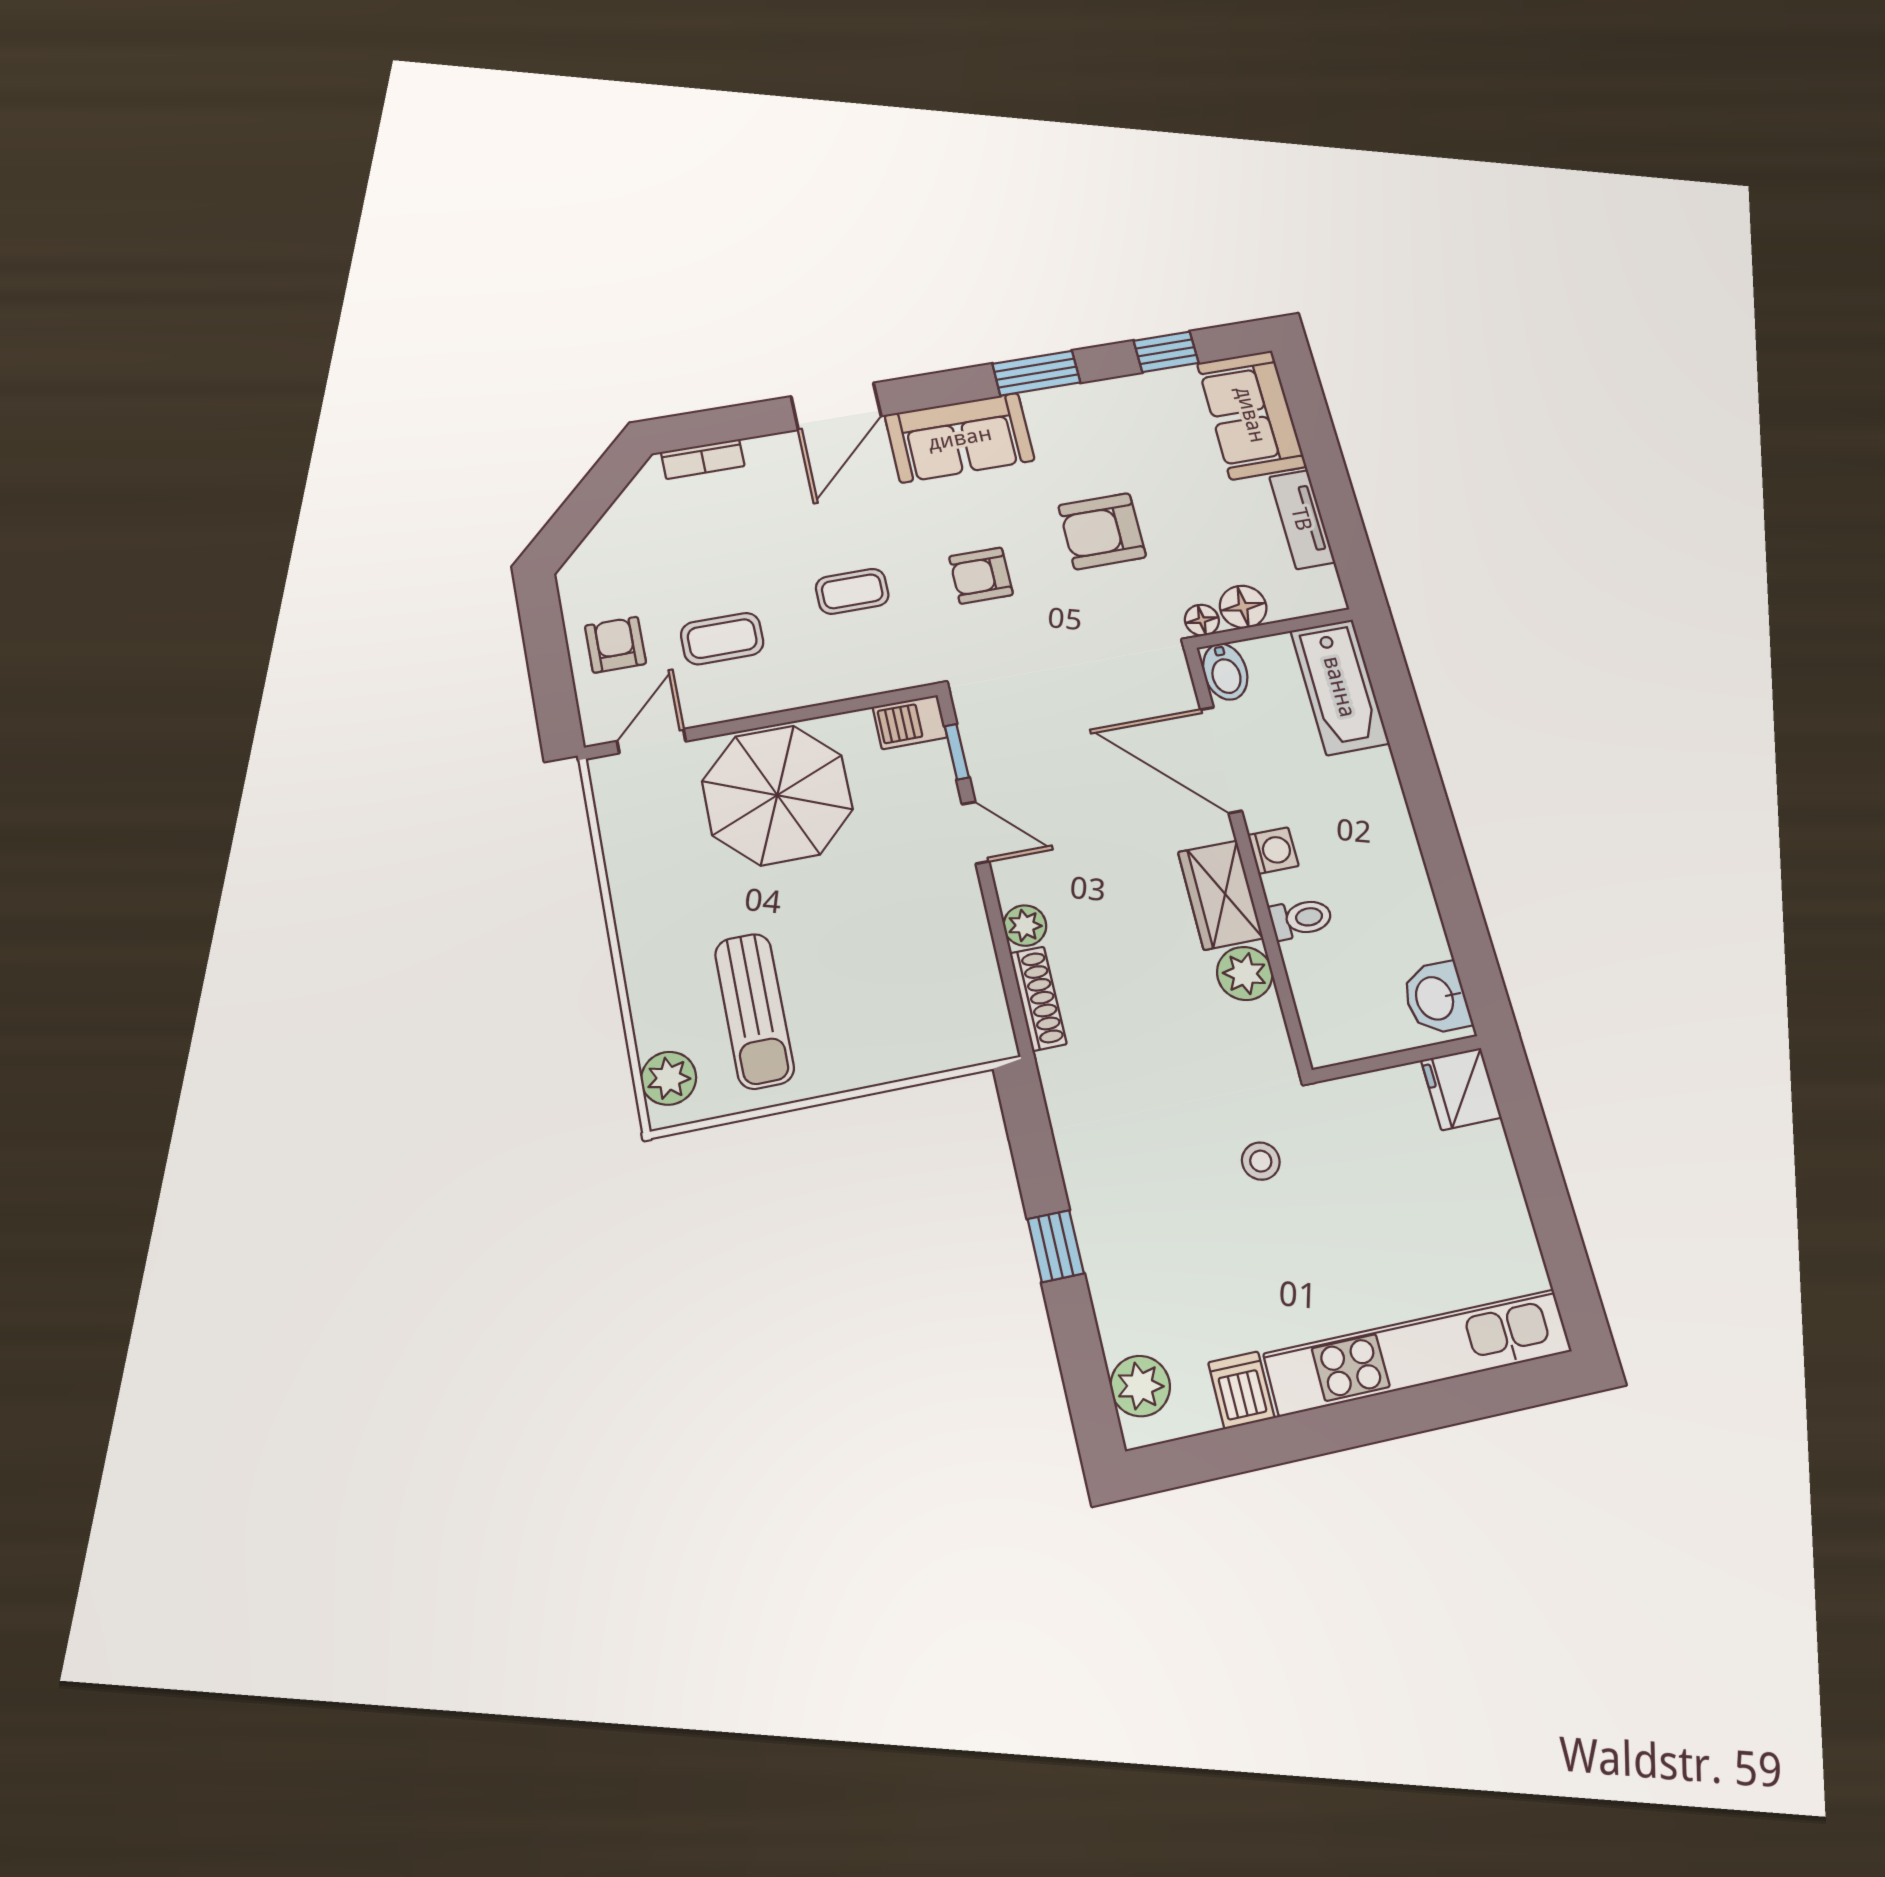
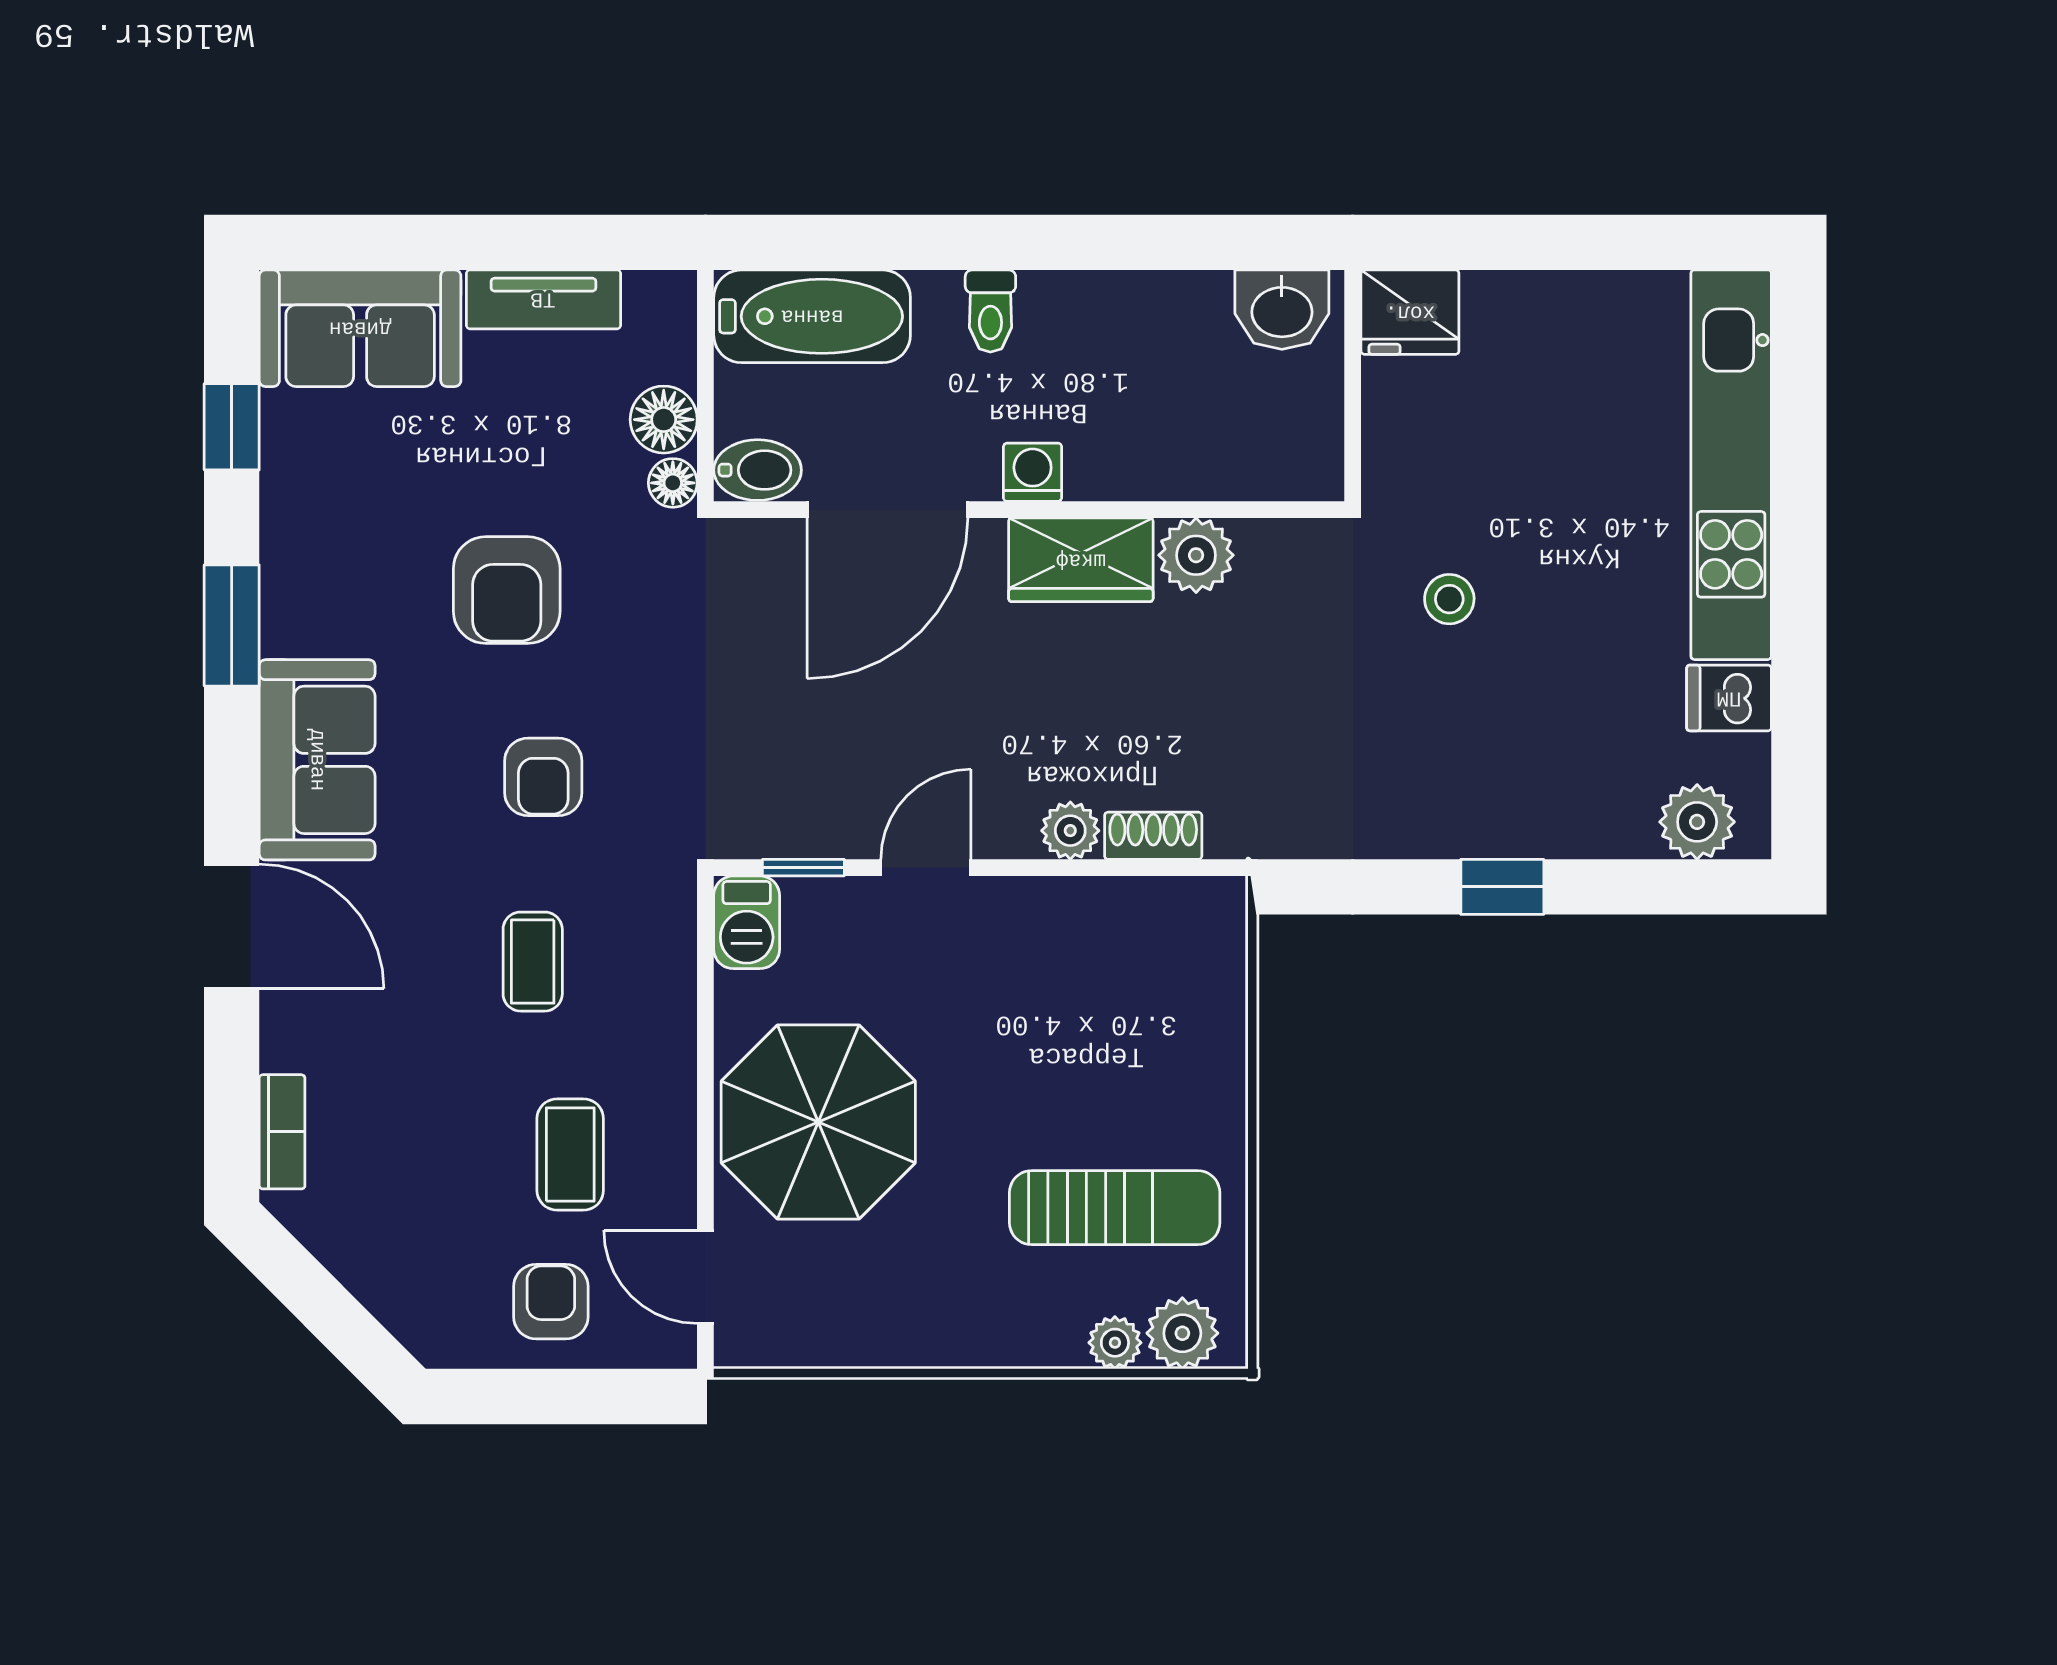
armchair: (615, 645) -> (551, 1302), turned 90
toilet: (1301, 918) -> (990, 311), moved, turned 180
shoe rack: (1038, 998) -> (1153, 836), width x0.70
plant: (653, 1031) -> (1115, 1343), added

